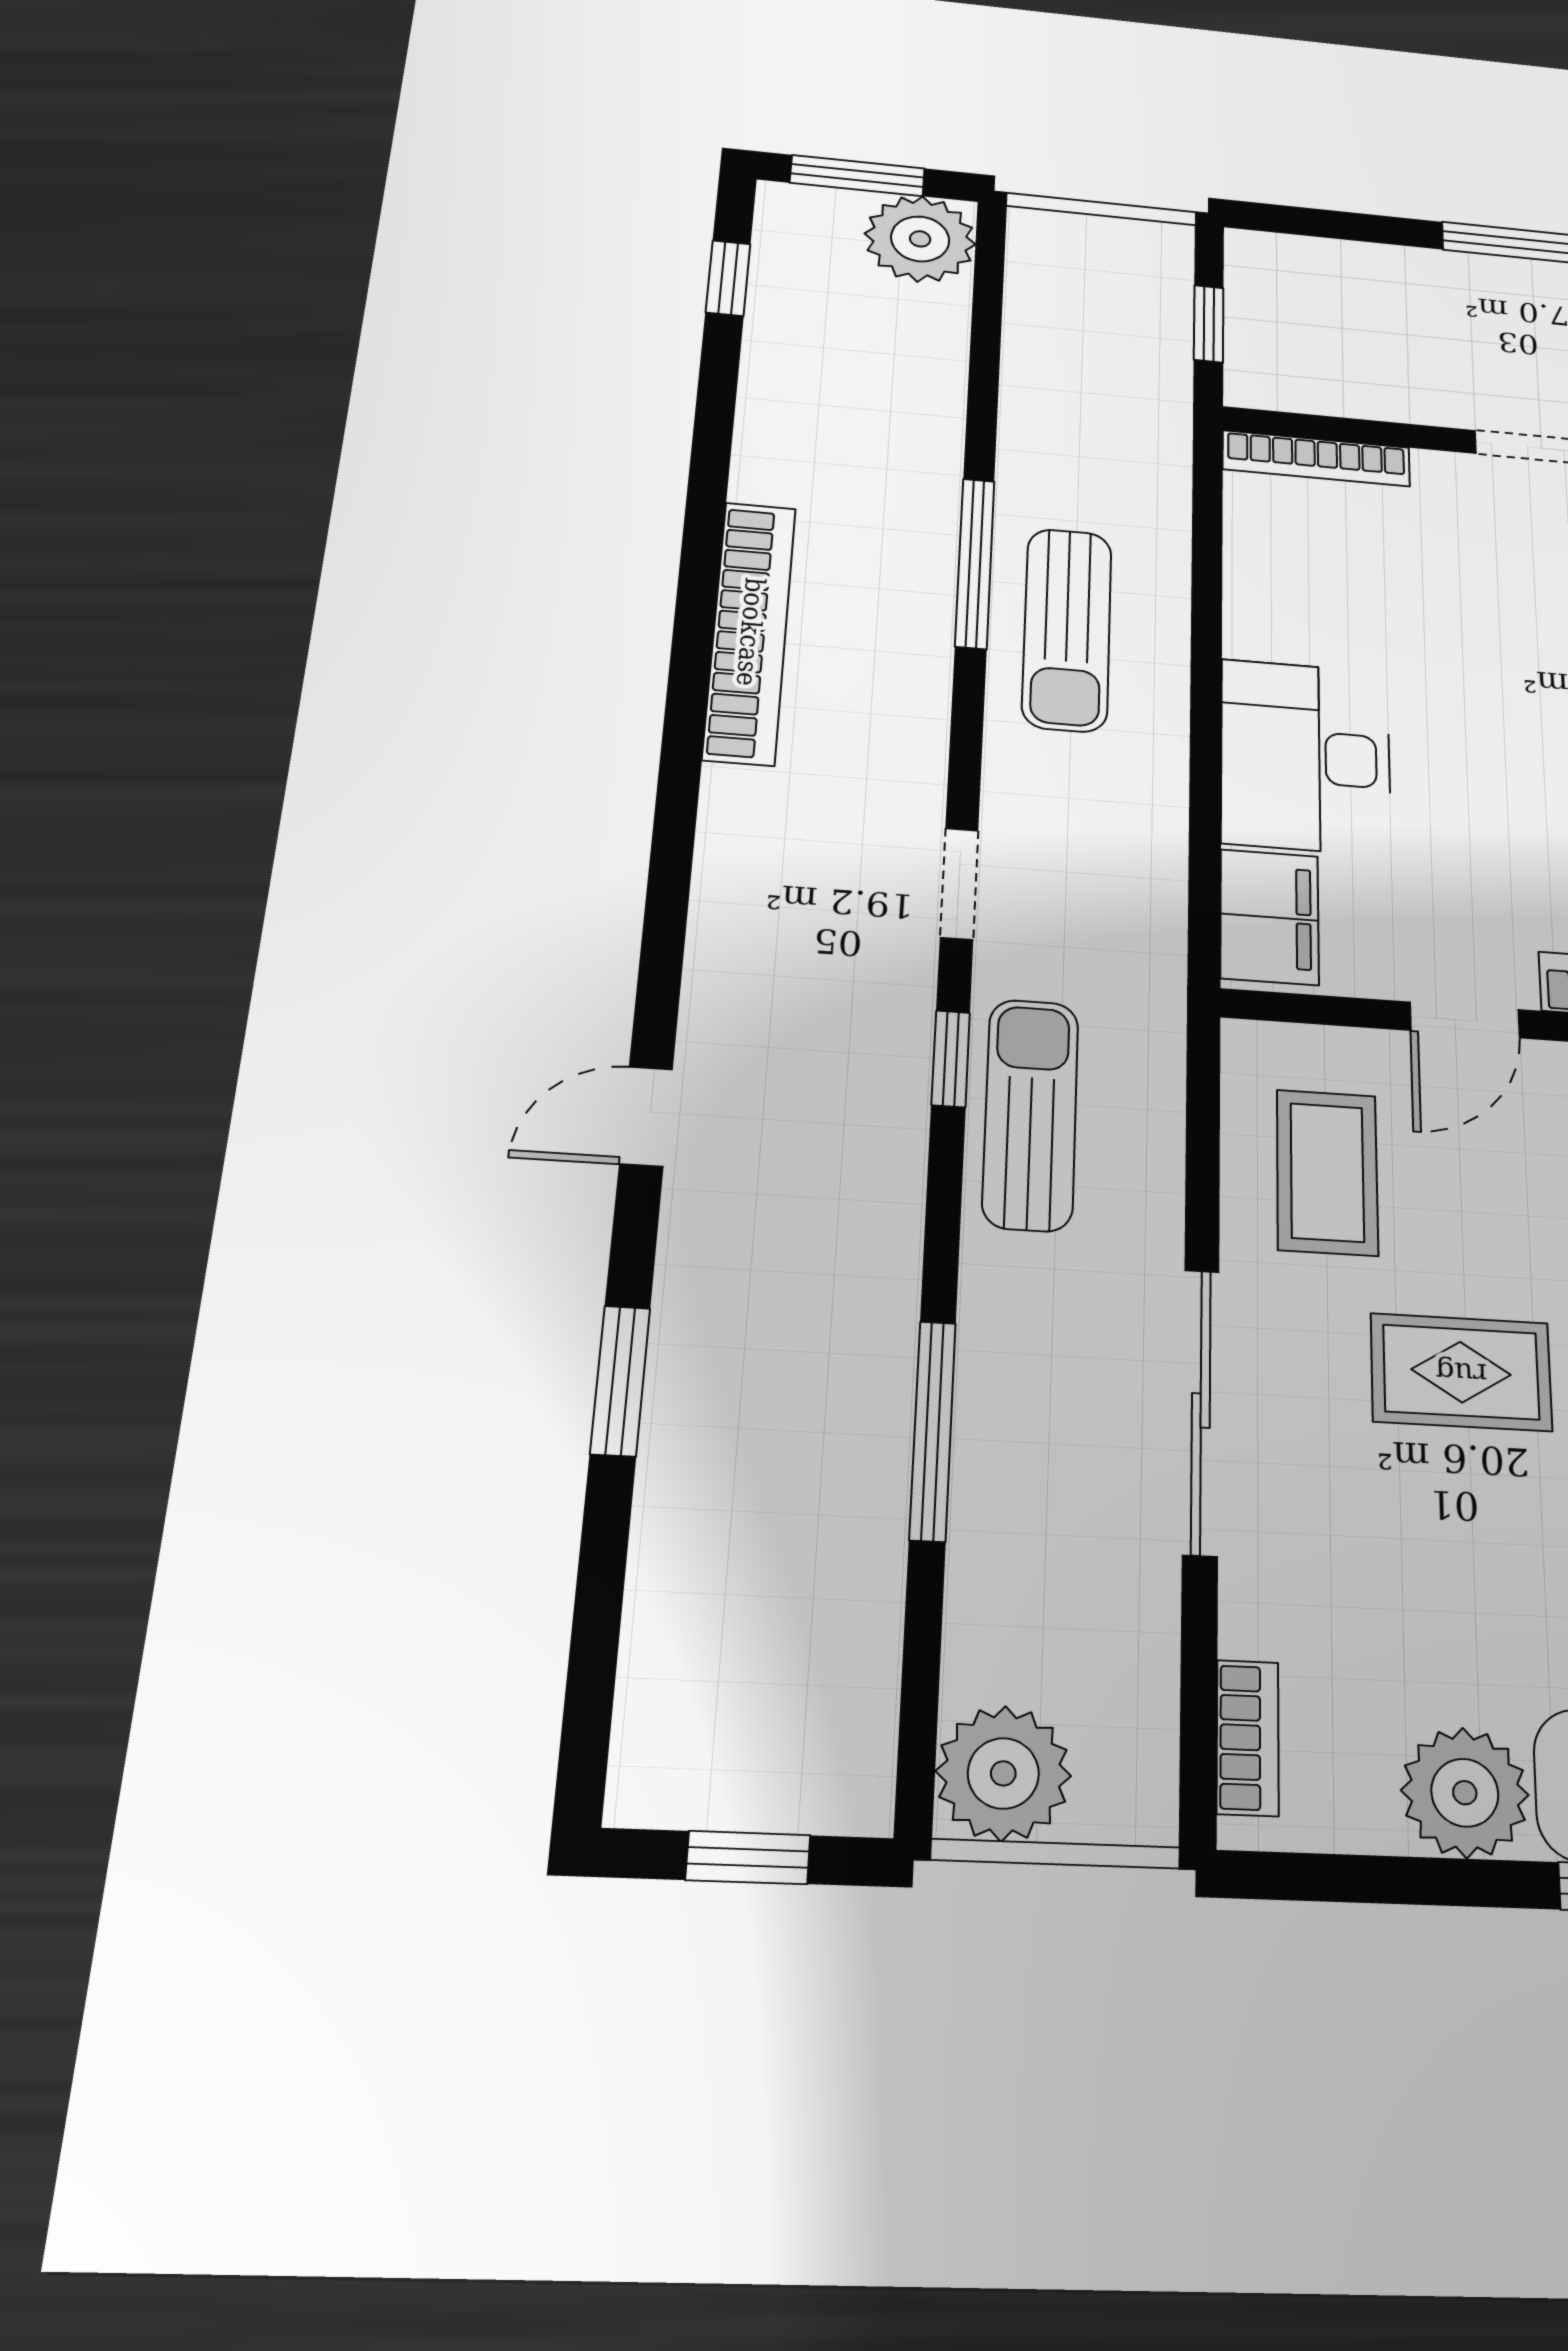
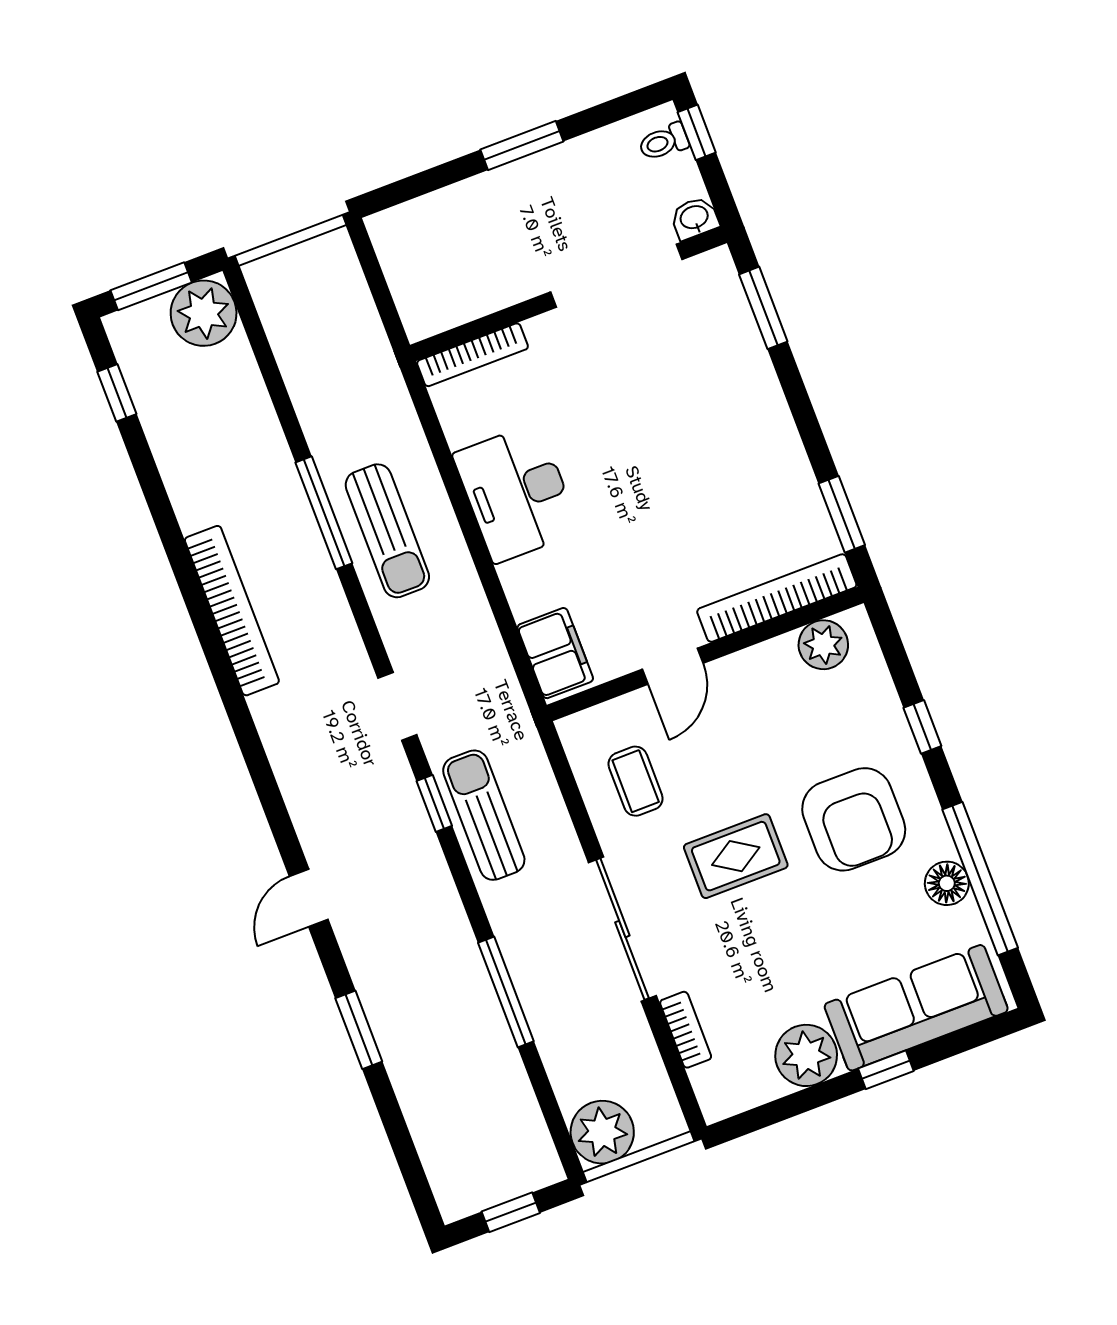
window: (1209, 324) -> (380, 292), removed
desk: (1306, 757) -> (516, 493), moved
coffee table: (1327, 1172) -> (636, 781), width x0.73, depth x0.77
bookcase: (1248, 1738) -> (686, 1030), moved

